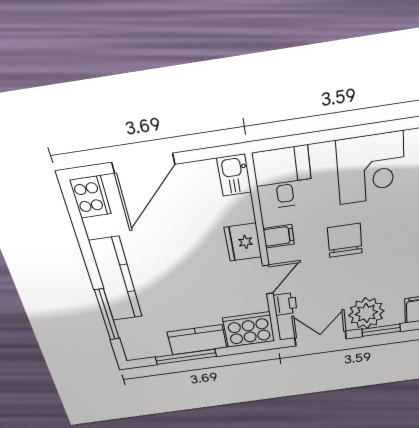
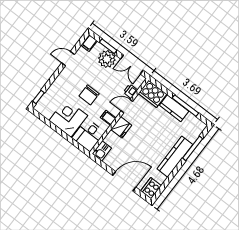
corner desk: (371, 168) -> (68, 118), moved

